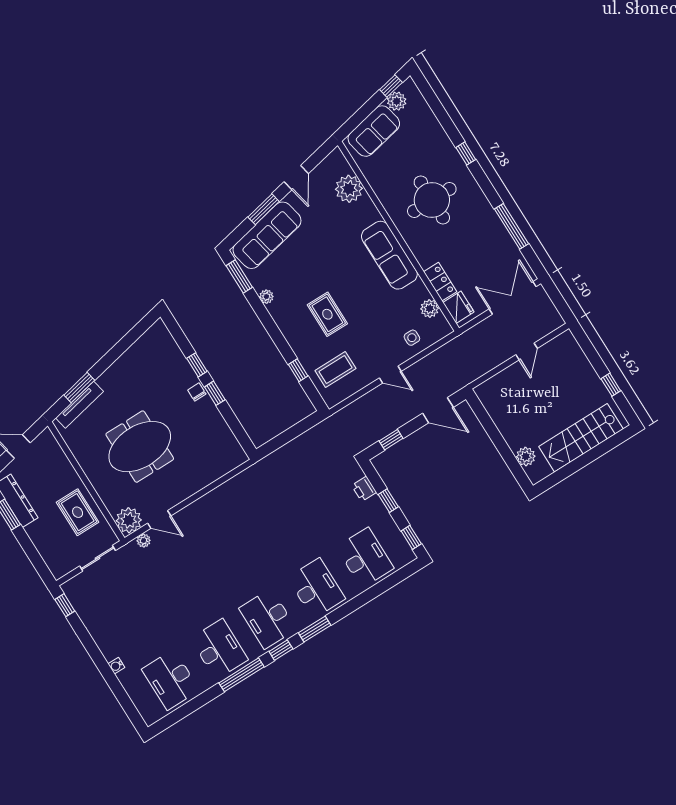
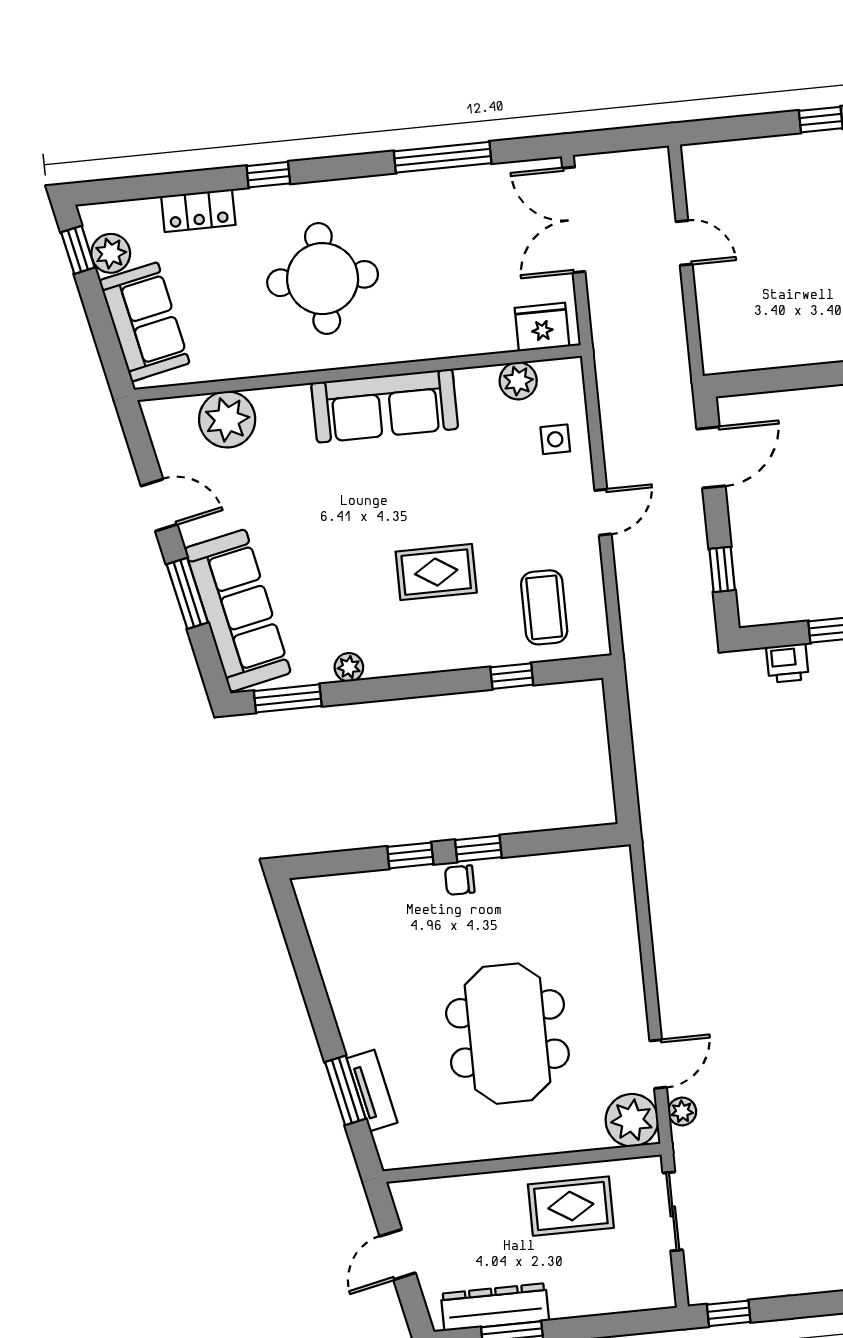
locker: (440, 282) -> (198, 211), moved, turned 180
tv unit: (79, 405) -> (372, 1090), width x0.71

